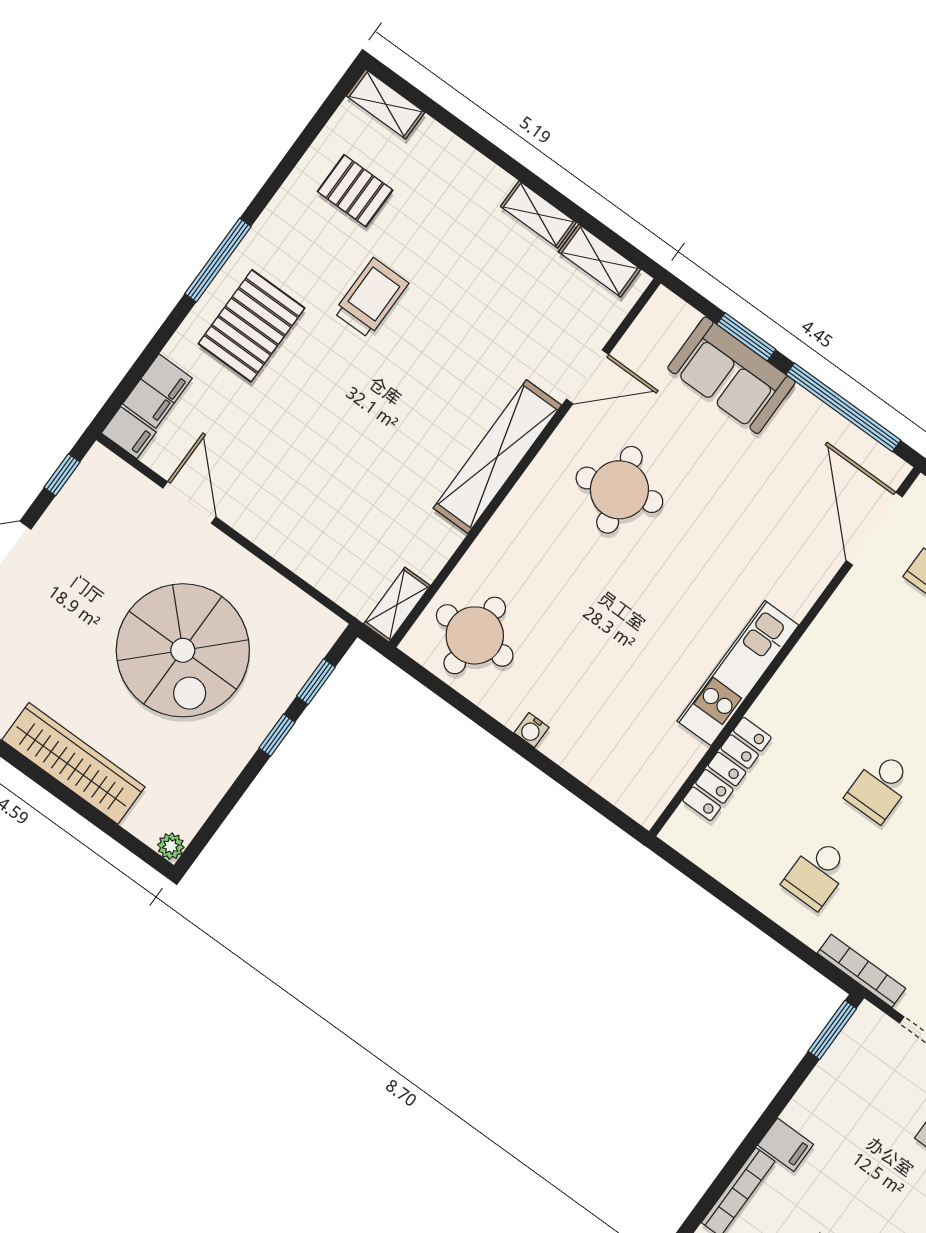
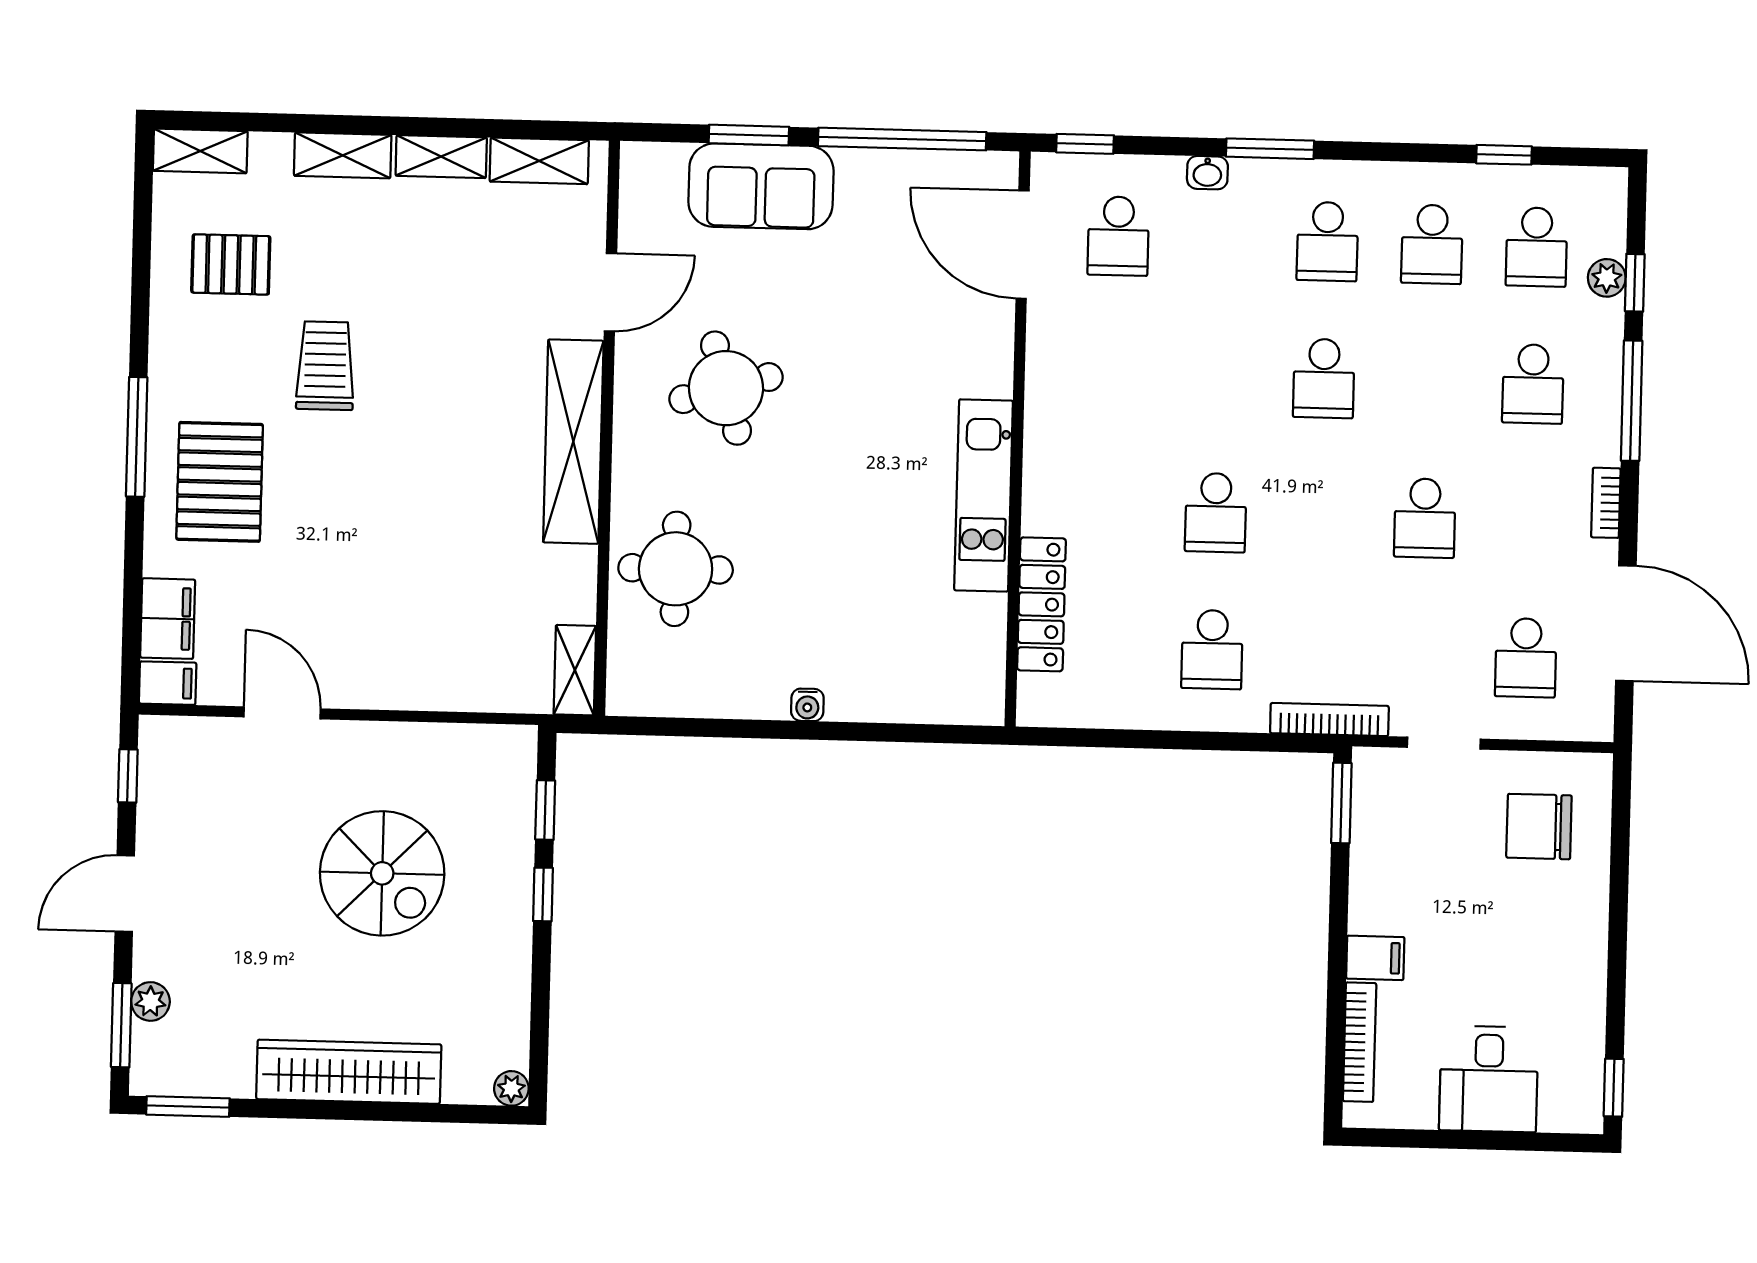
shelving: (475, 170) -> (343, 155), added
round table: (475, 635) -> (676, 569), moved
spiral stairs: (183, 650) -> (382, 873), width x0.73, depth x0.73

